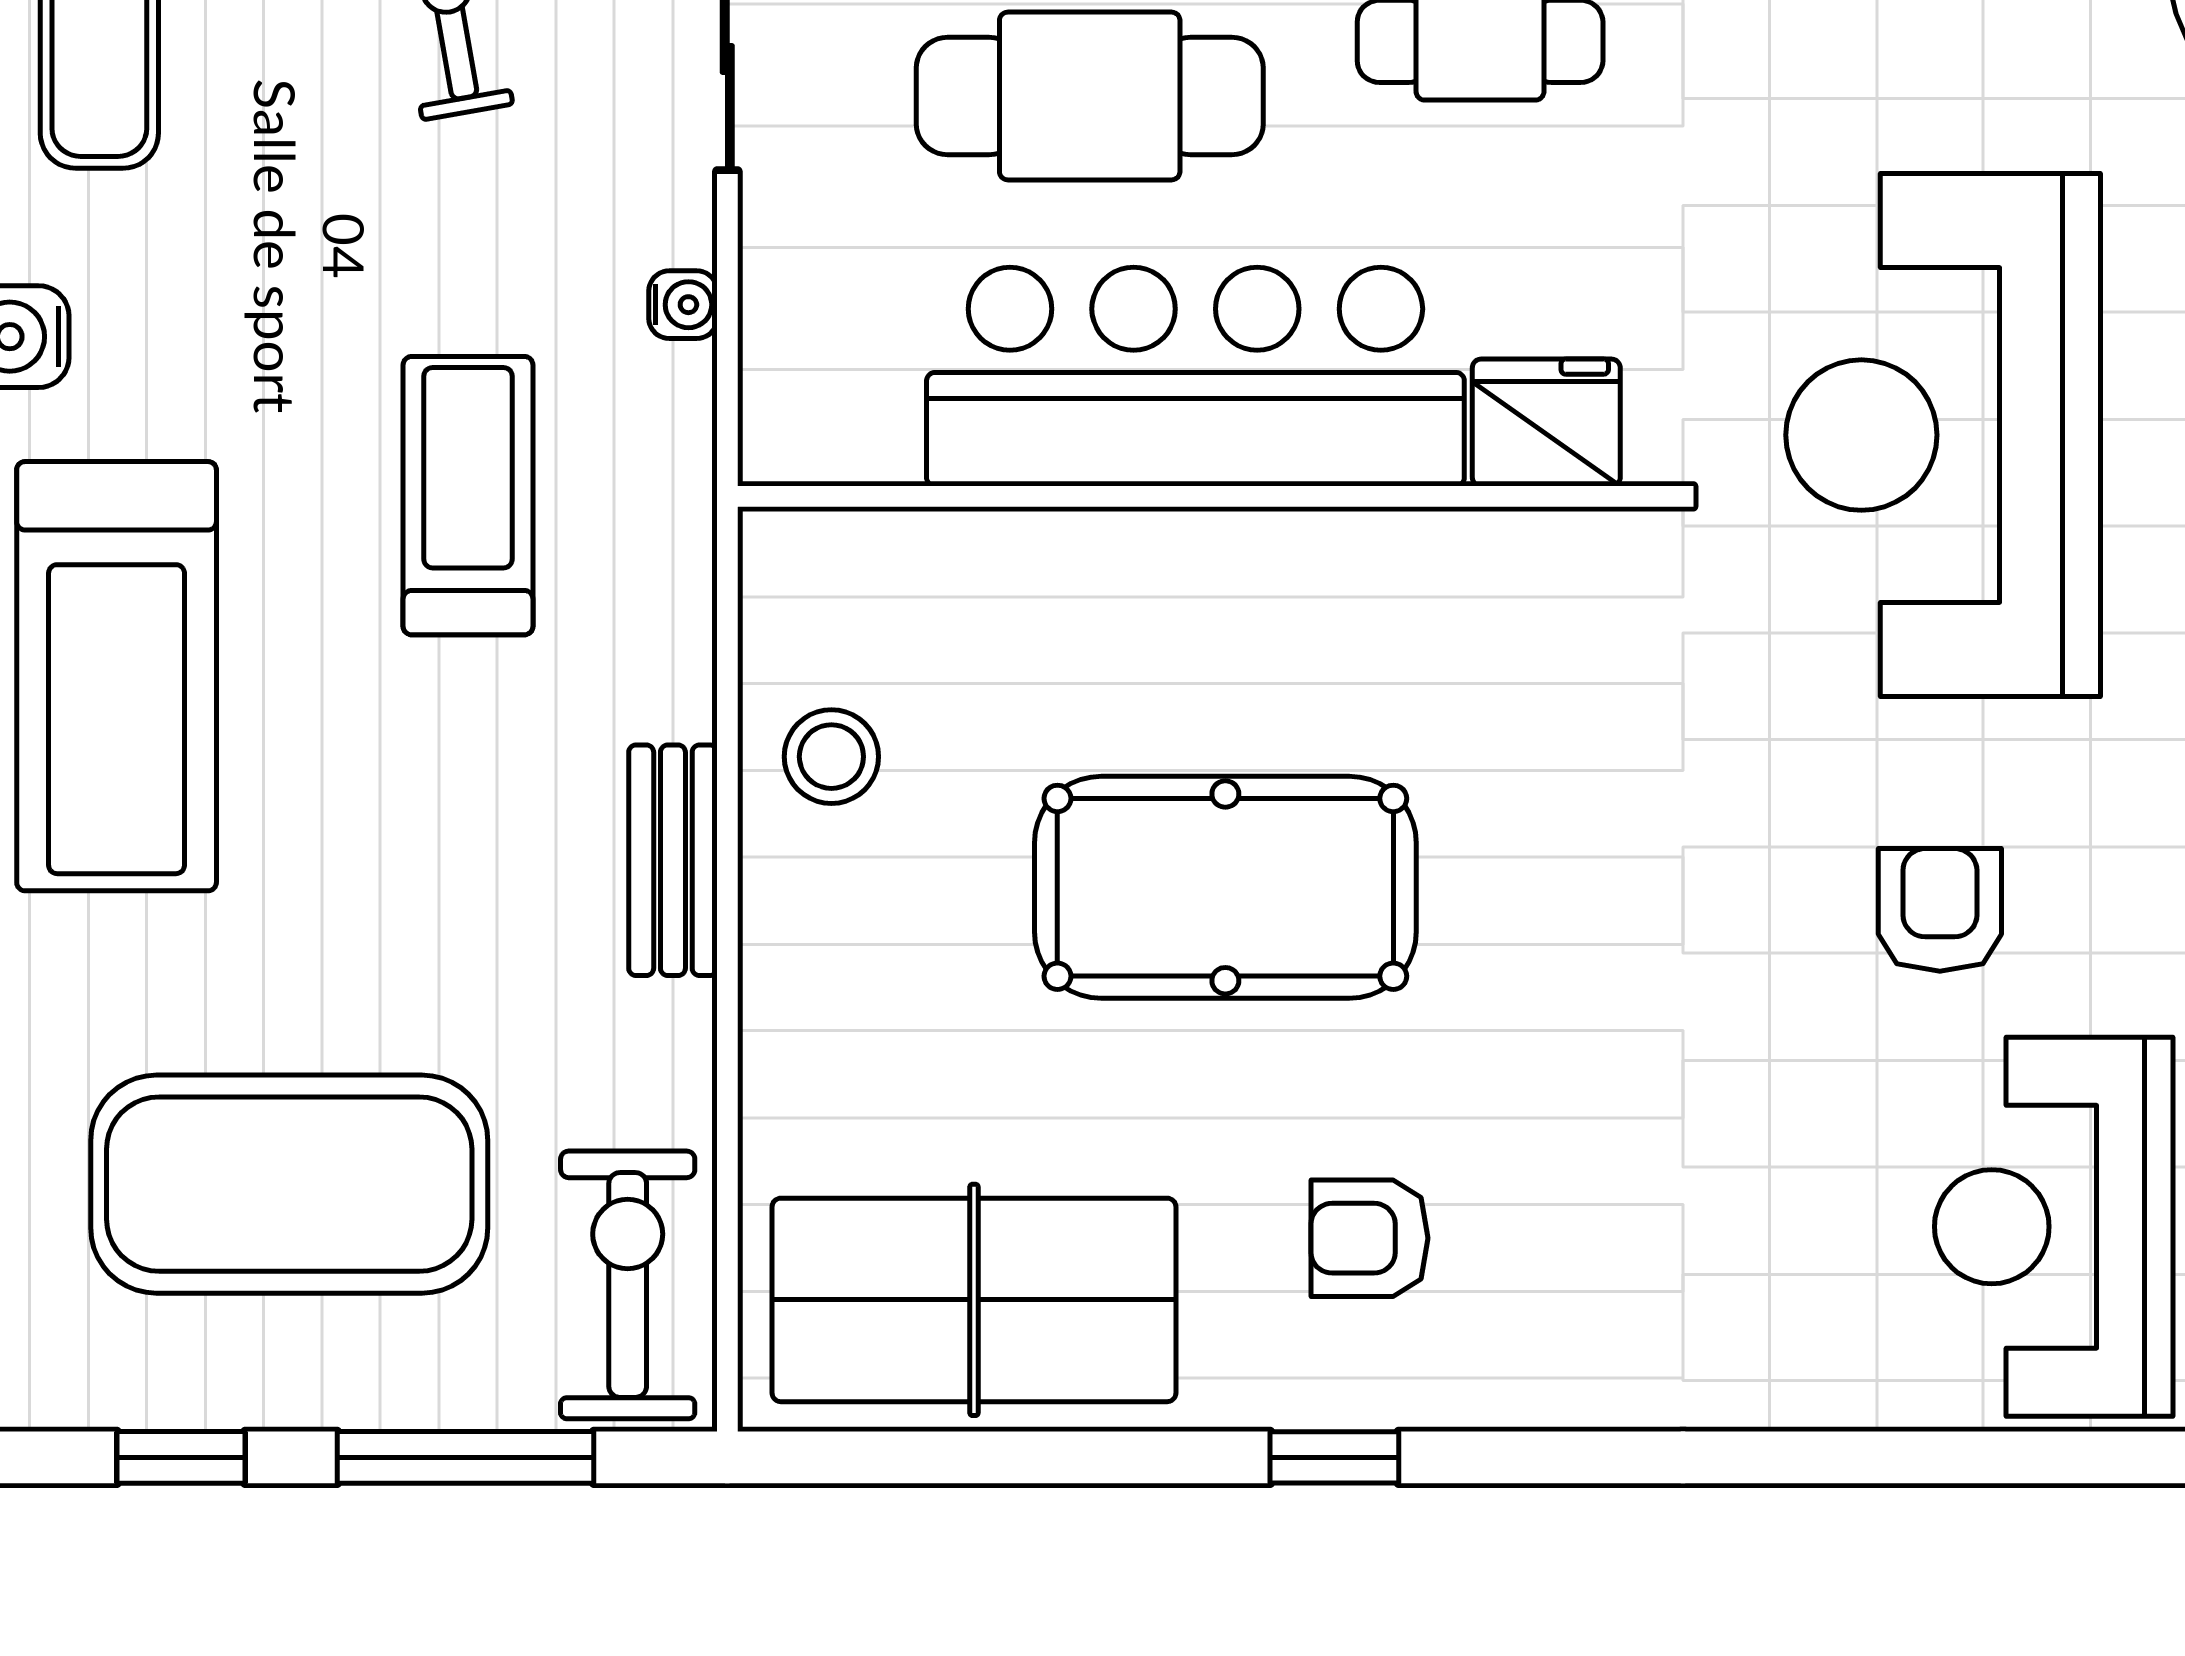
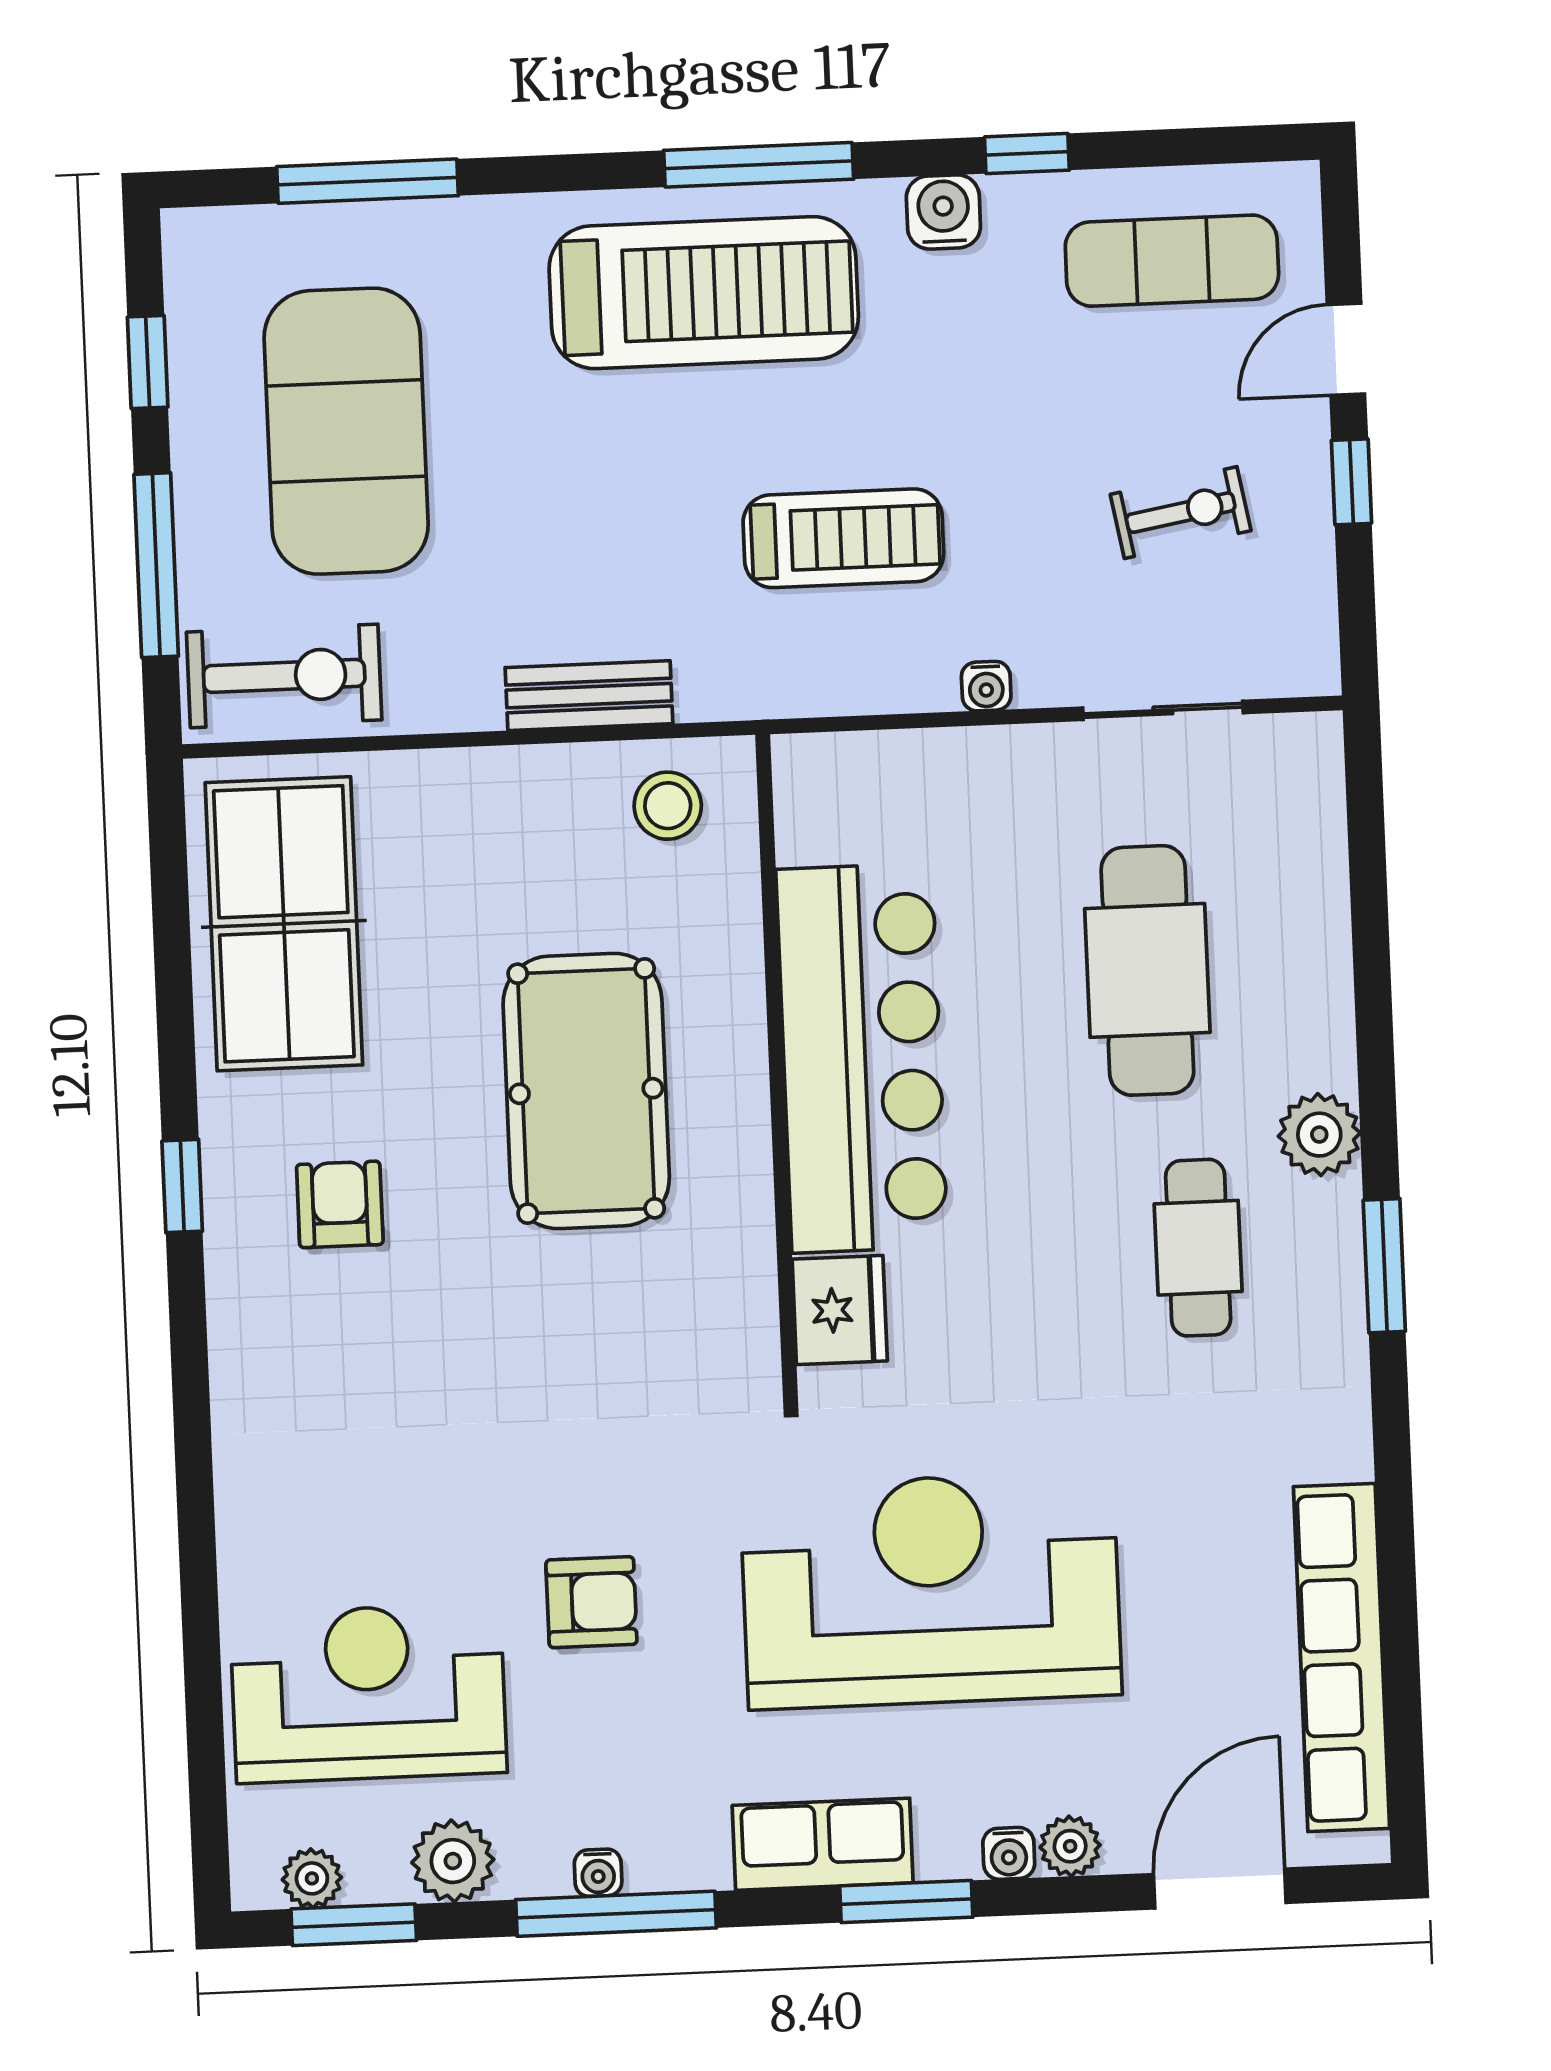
bar counter: (1195, 377) -> (862, 1058), moved
fridge: (1546, 423) -> (840, 1310), moved
wall: (1205, 496) -> (777, 1069), moved
treadmill: (117, 676) -> (704, 293), turned 180

